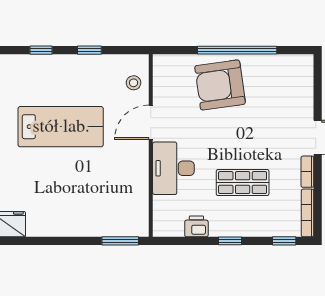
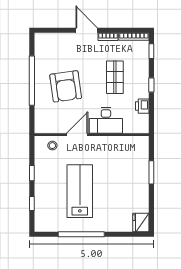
armchair: (220, 85) -> (66, 86), moved
door: (151, 122) -> (77, 135), swing flipped
window: (120, 241) -> (151, 172), moved

